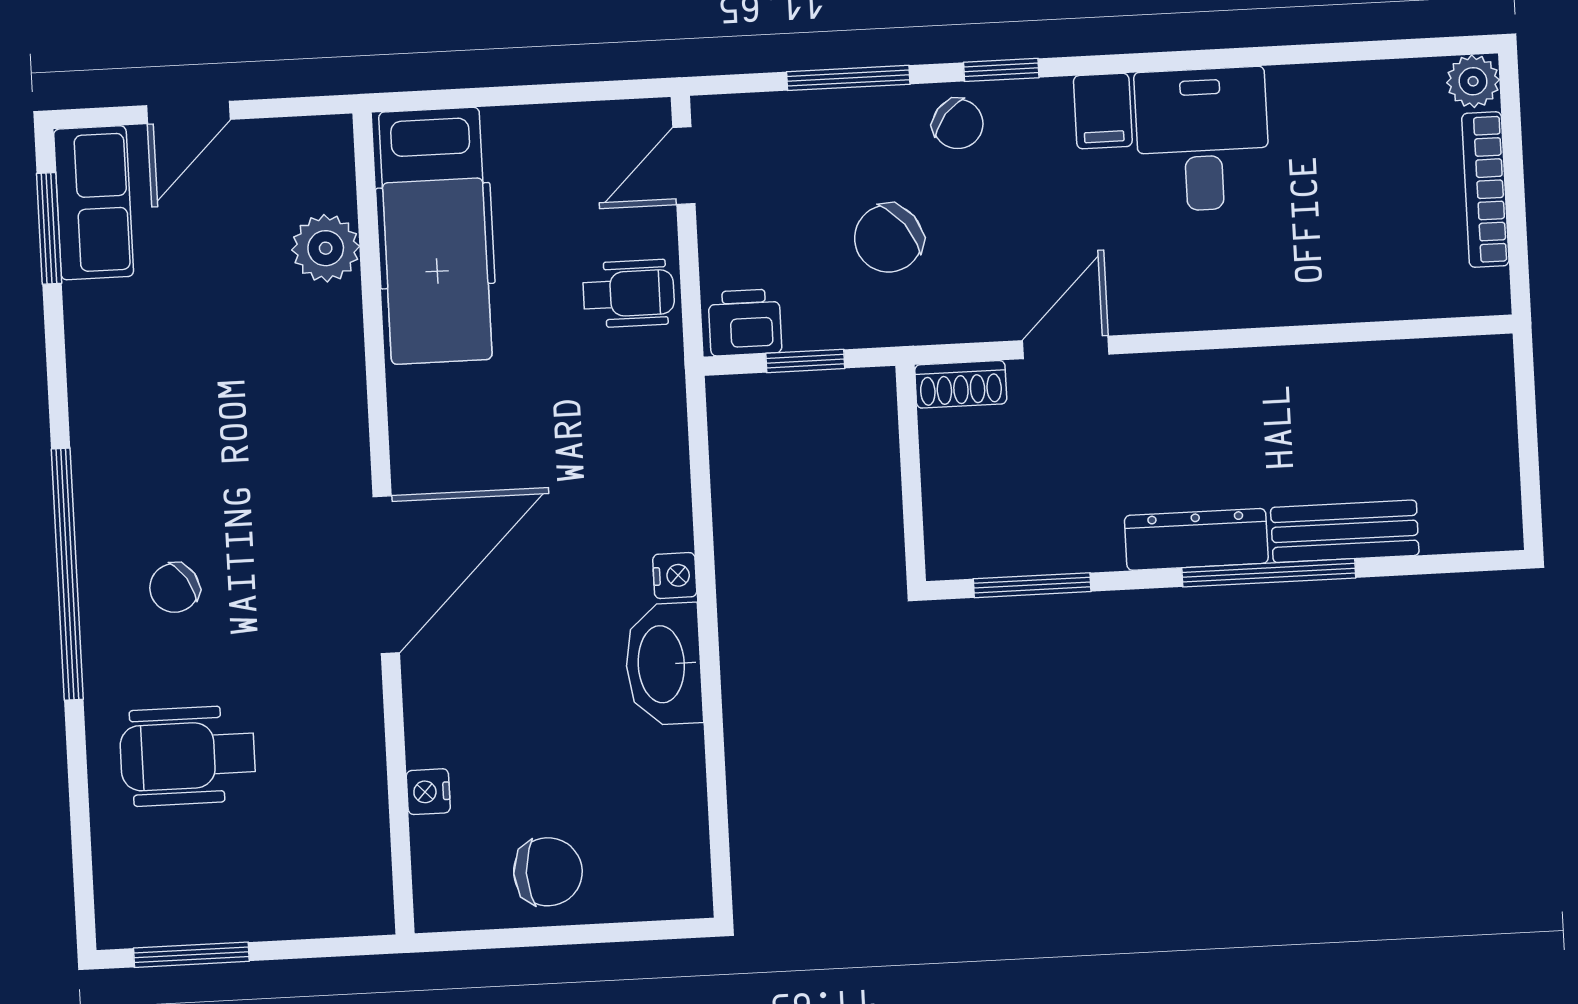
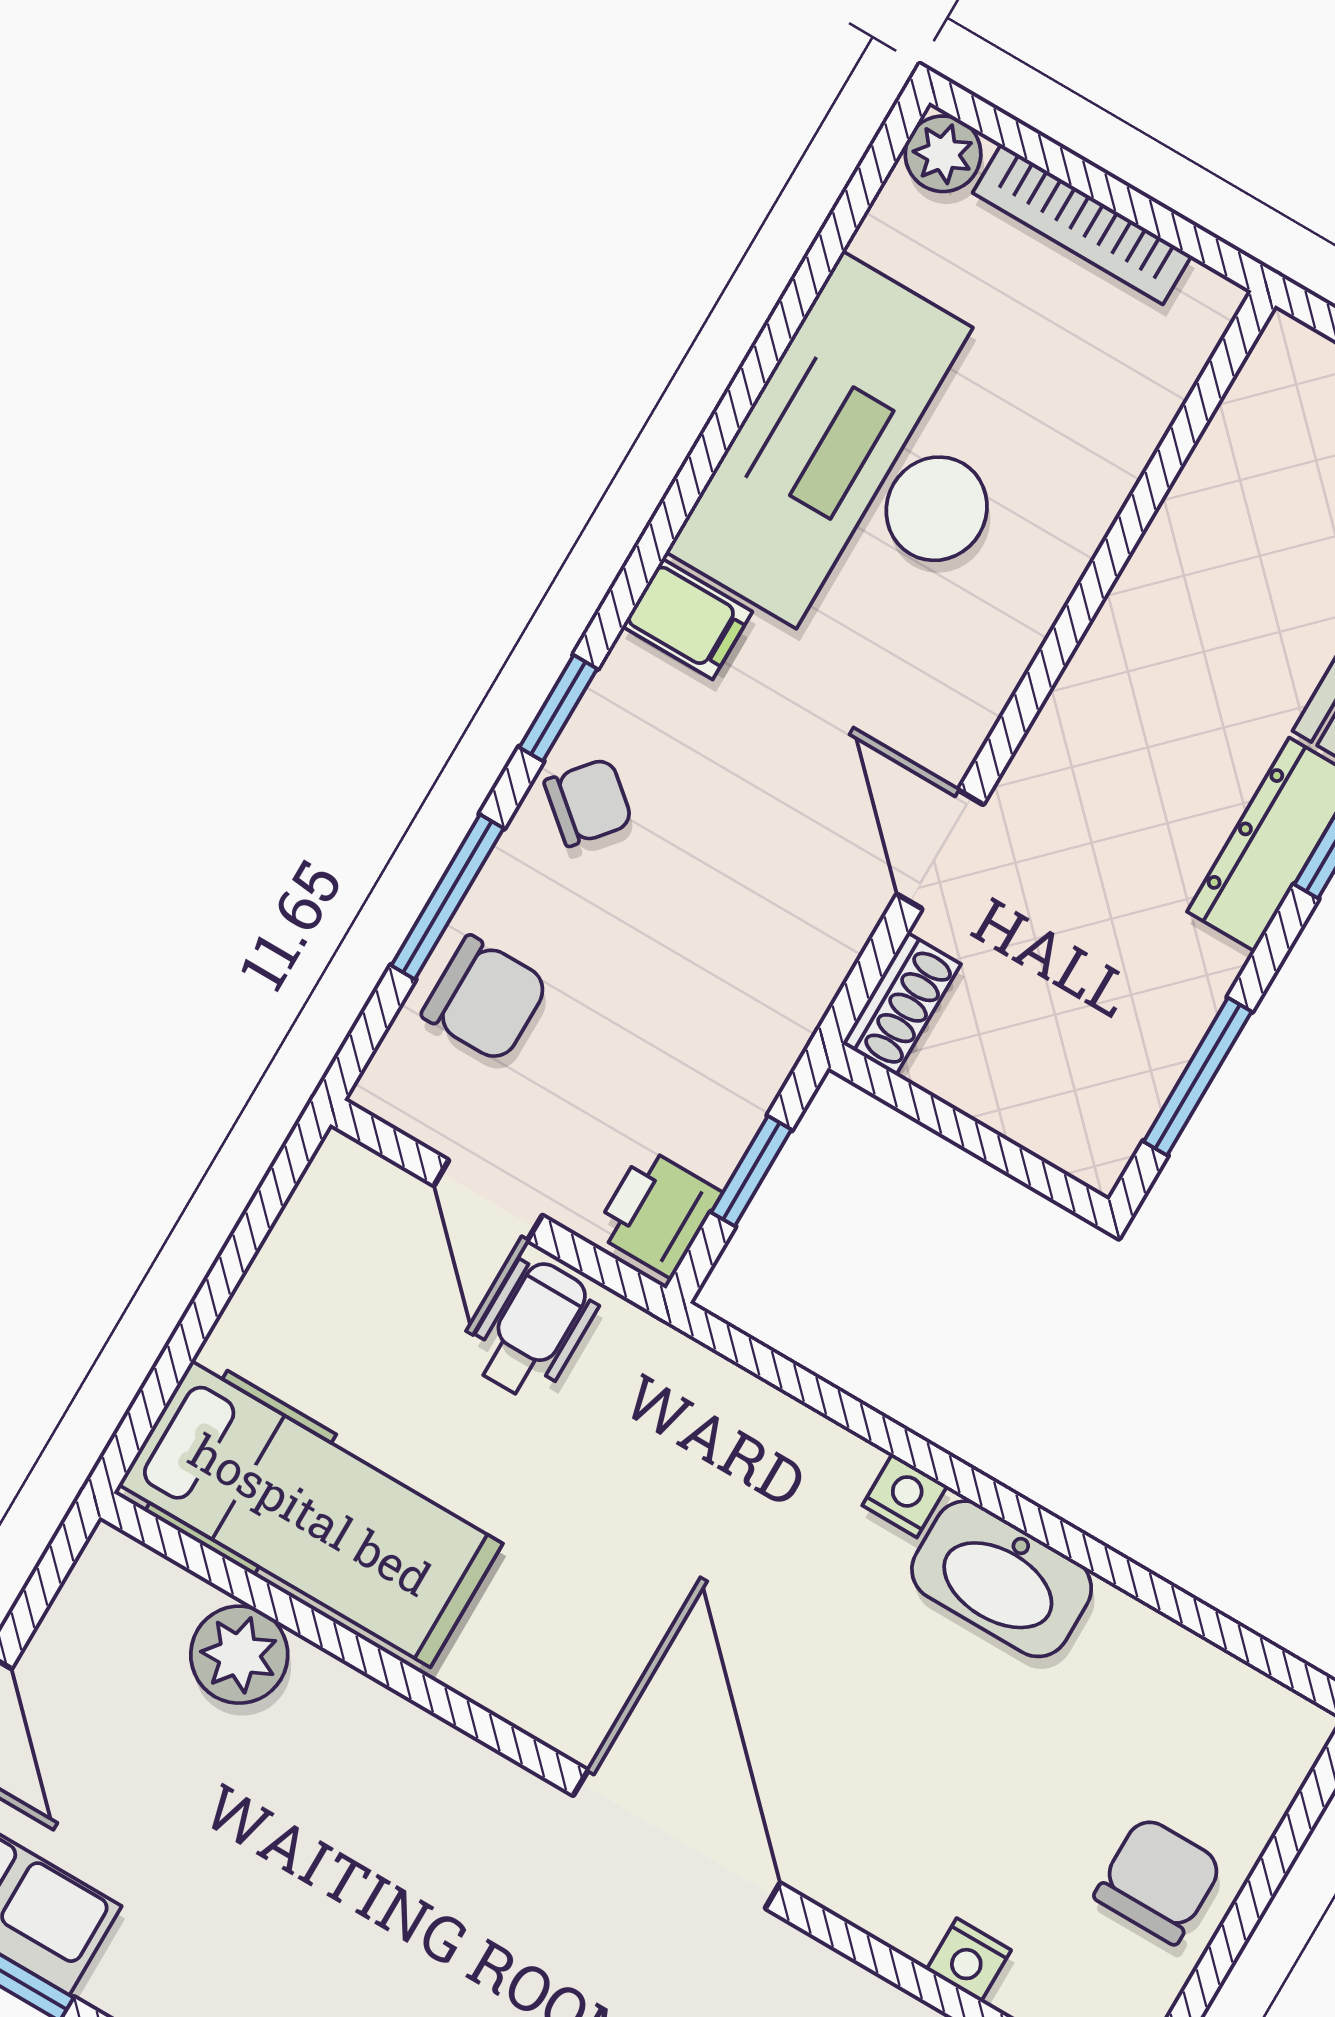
desk: (1202, 139) -> (867, 468), width x1.87, depth x1.30
door: (684, 166) -> (488, 1200), moved
chair: (889, 238) -> (485, 999), moved, turned -52

